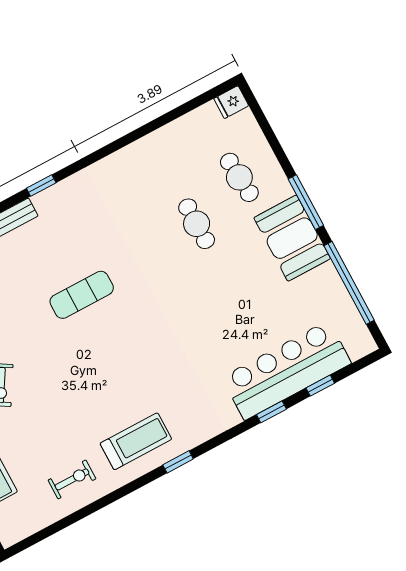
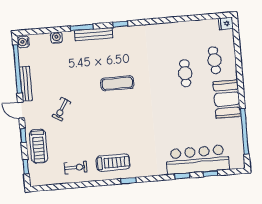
window: (306, 202) -> (240, 85), removed

